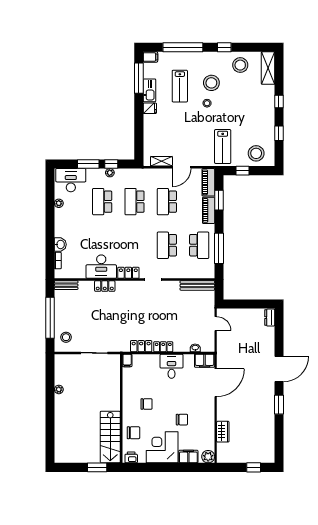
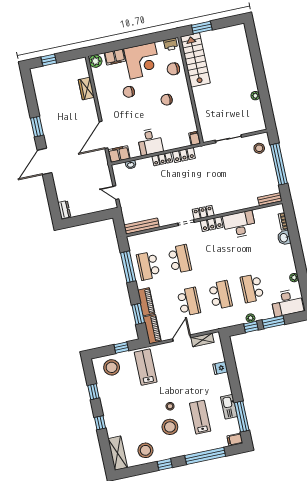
fridge: (150, 108) -> (220, 368), moved
school desk: (102, 202) -> (252, 288), turned 180
locker: (105, 286) -> (203, 212), moved

